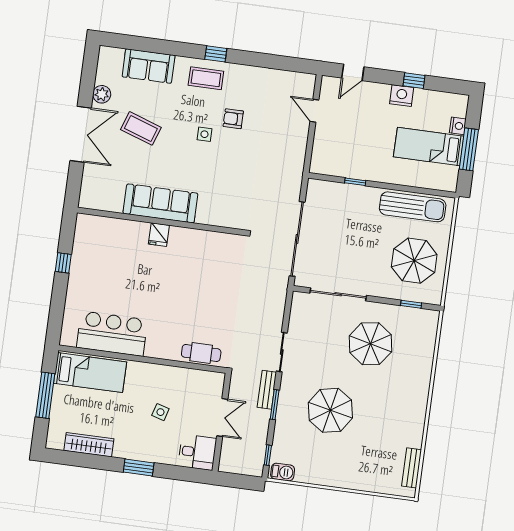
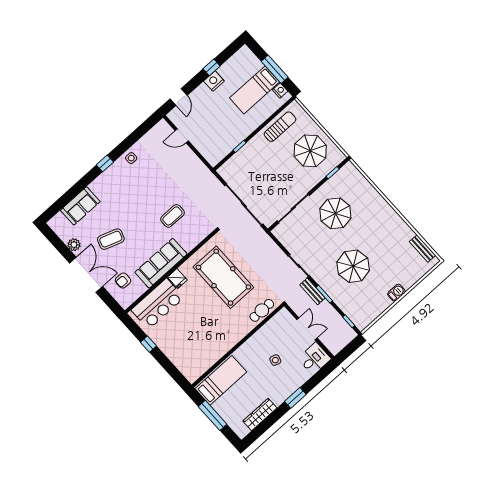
coffee table: (206, 78) -> (172, 216), moved
armchair: (233, 119) -> (123, 281), moved
nightstand: (458, 126) -> (280, 90), moved
side table: (204, 134) -> (131, 158), moved
sun lounger: (413, 207) -> (280, 127), width x0.73, depth x0.75
pool table: (202, 282) -> (223, 277), added
bar counter: (112, 334) -> (158, 304), moved, turned 180
barbecue: (283, 472) -> (396, 293), moved

